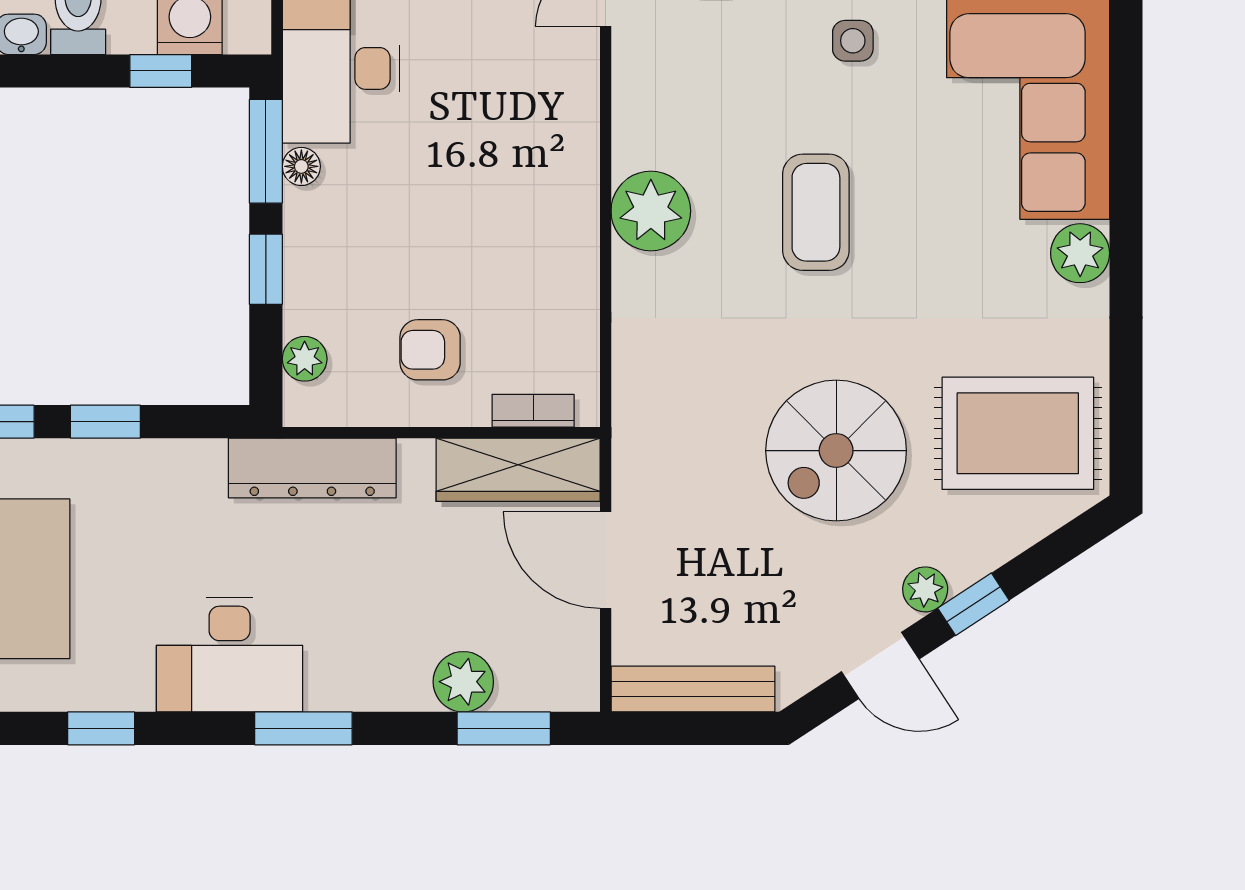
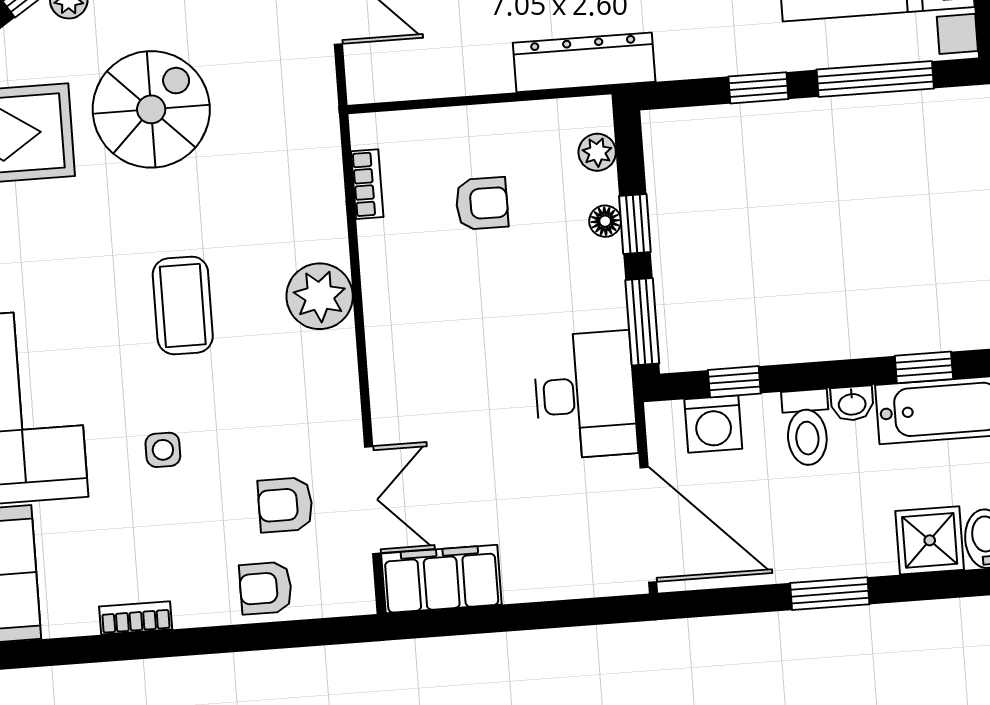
floor lamp: (301, 166) -> (605, 221), moved
armchair: (430, 350) -> (482, 203), moved
bookcase: (533, 411) -> (367, 184), moved, turned -90
wardrobe: (518, 470) -> (413, 74), removed

